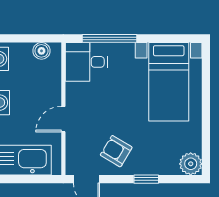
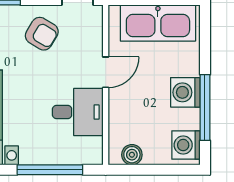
desk: (86, 62) -> (78, 112), moved

